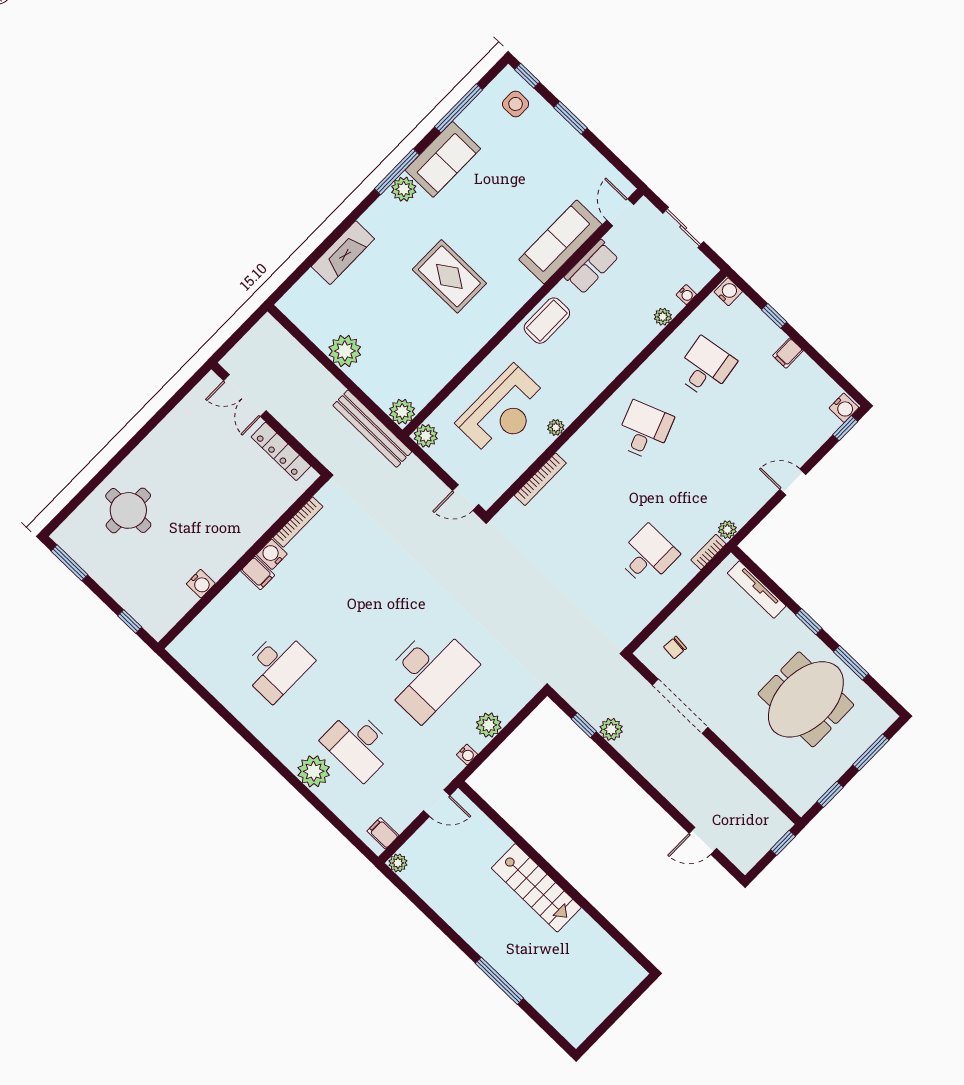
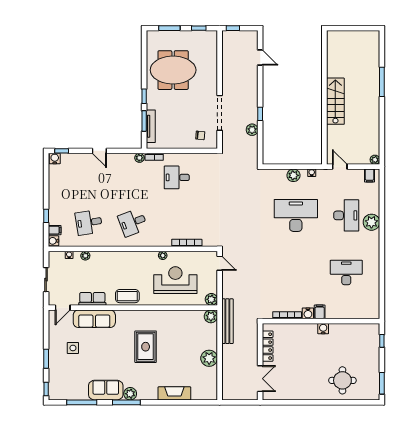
side table: (516, 104) -> (73, 348), moved
filing cabinet: (788, 353) -> (55, 230), moved
water cooler: (201, 584) -> (323, 329), moved
window: (851, 663) -> (144, 121), moved
window: (584, 725) -> (260, 114), moved

